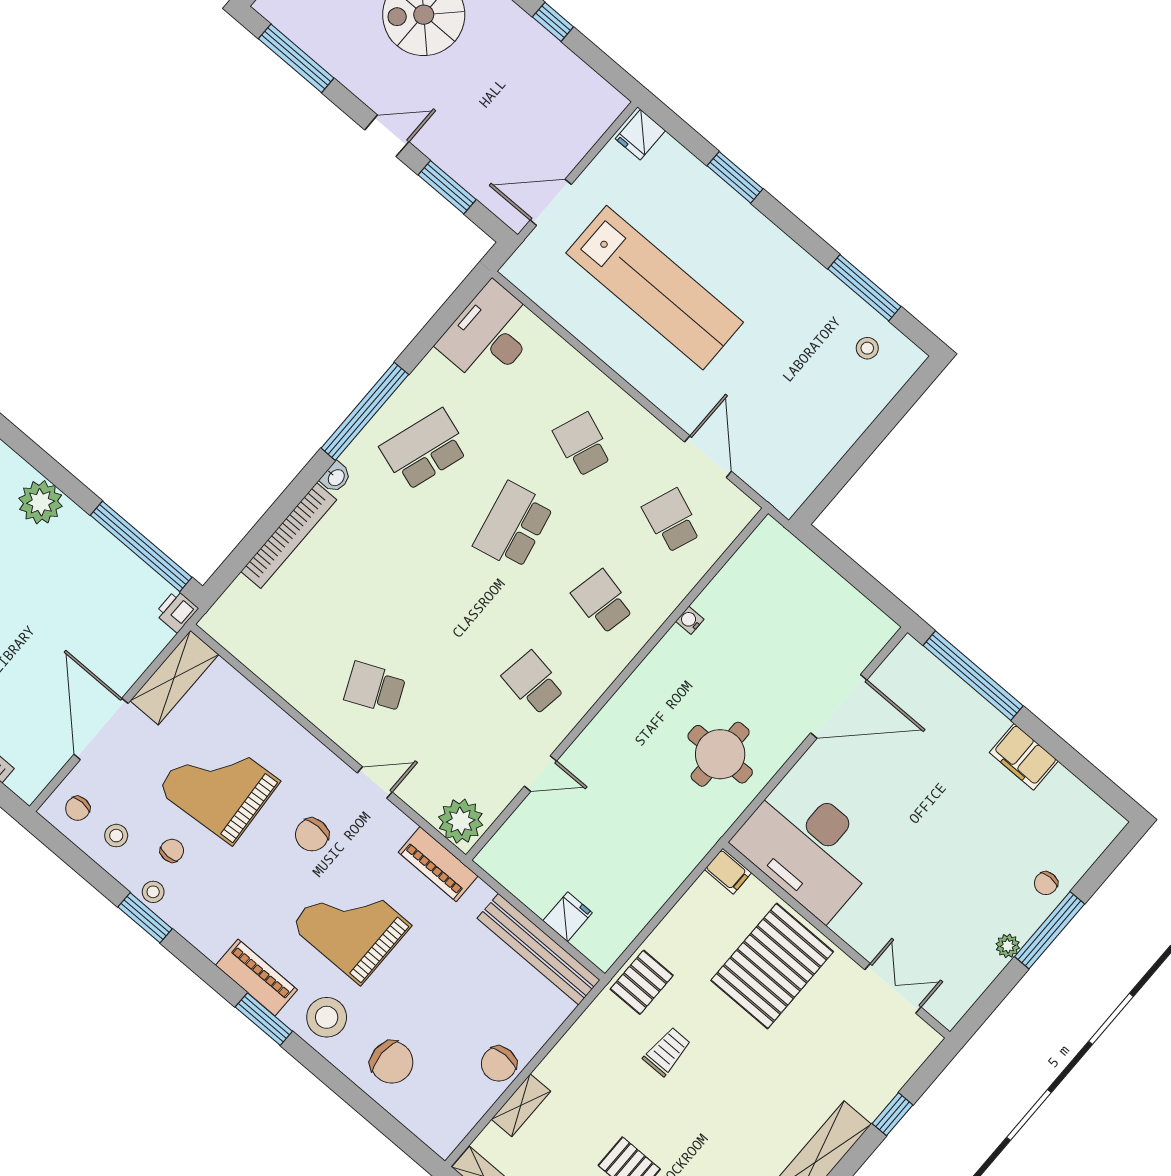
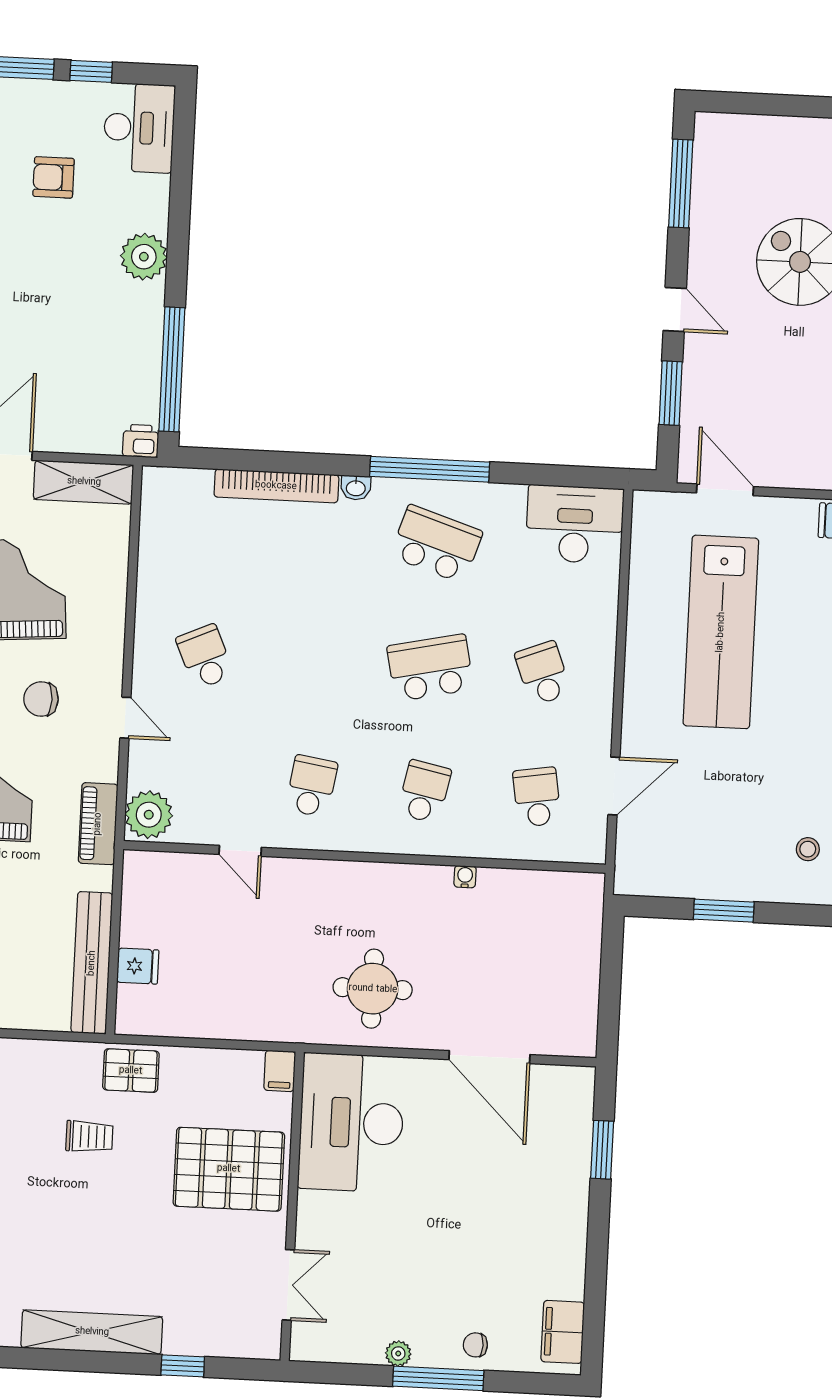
school desk: (583, 445) -> (543, 673), turned -42
window: (865, 446) -> (724, 911), added
school desk: (672, 521) -> (537, 797), turned -30
window: (973, 676) -> (602, 1150), width x0.47
filing cabinet: (1024, 757) -> (563, 1332), moved

